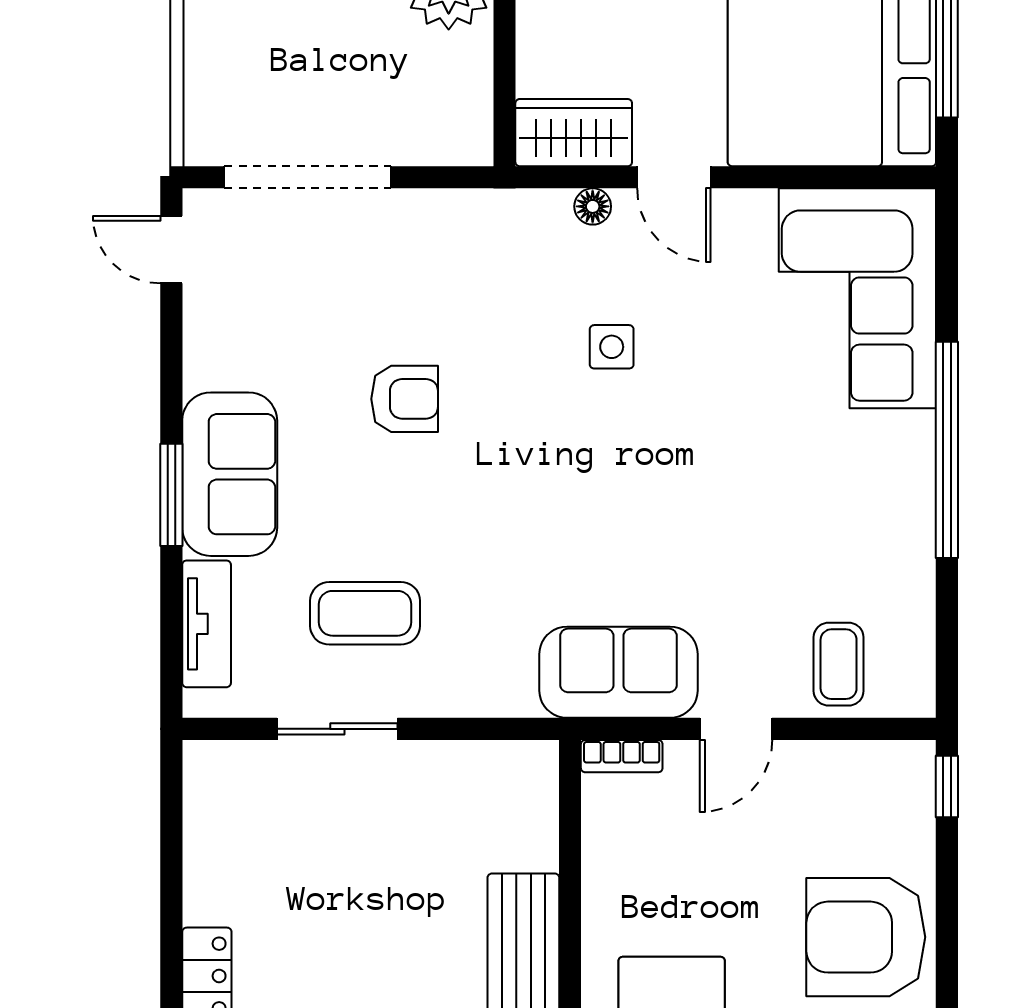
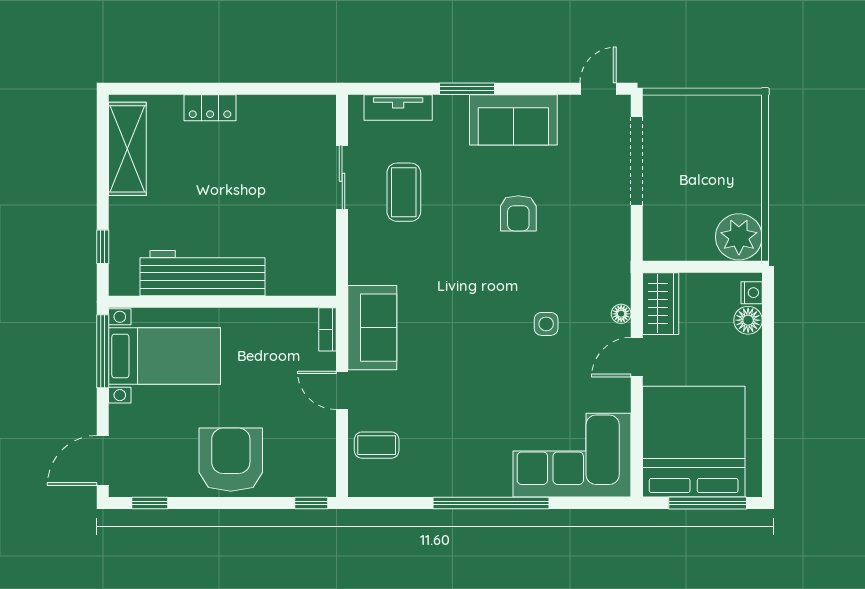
sofa: (230, 474) -> (513, 120), moved

